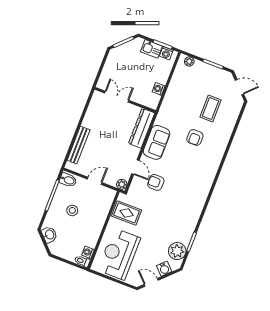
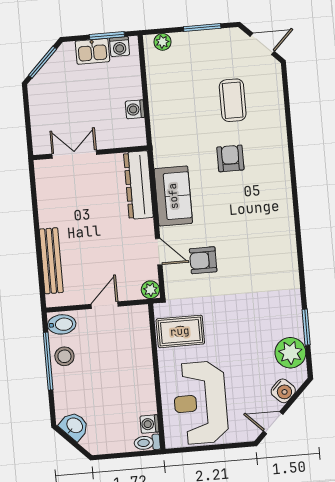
armchair: (195, 137) -> (230, 158), turned 180
stool: (72, 210) -> (64, 356), moved

